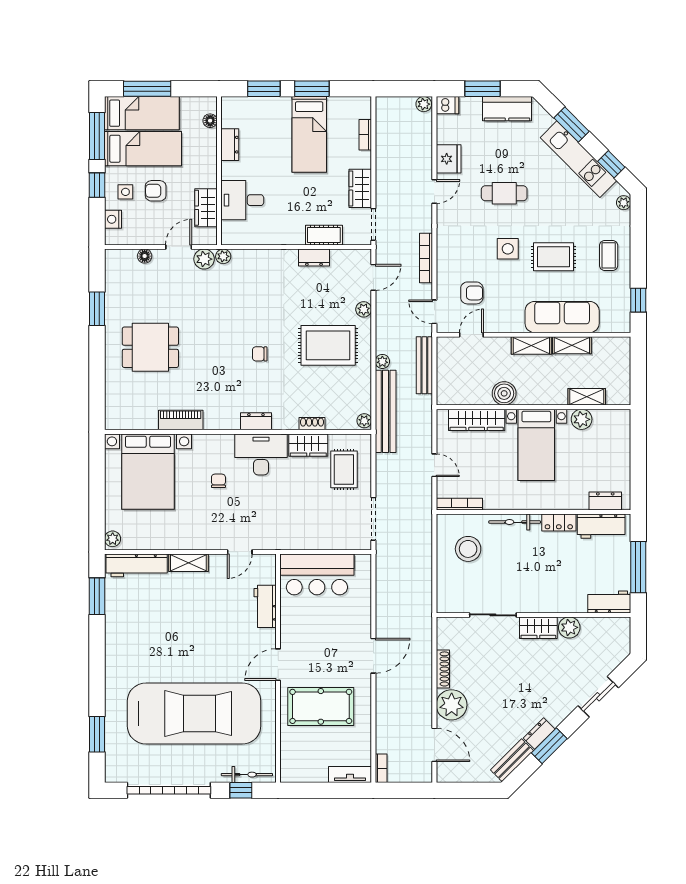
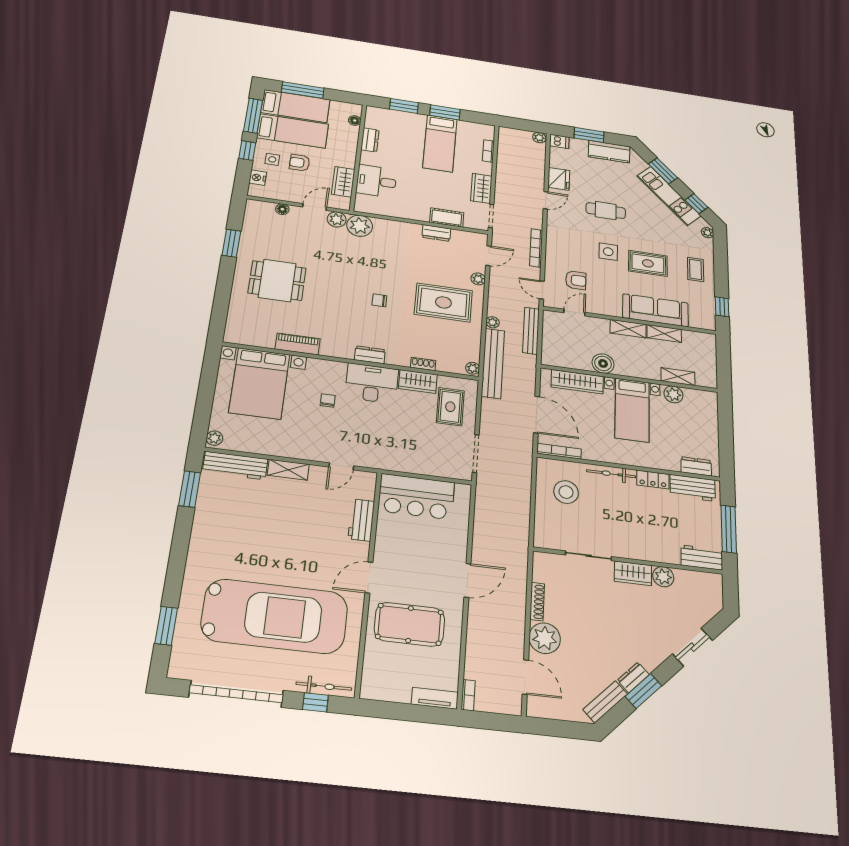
plant: (223, 256) -> (360, 226), width x1.88, depth x1.88
door: (434, 465) -> (537, 415), width x1.88

